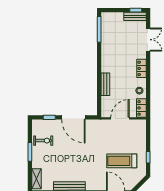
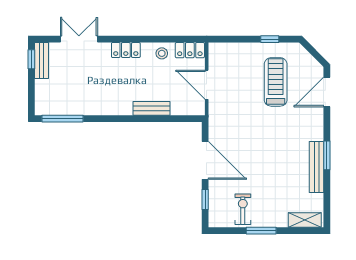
door: (73, 117) -> (205, 160), hinge flipped
treadmill: (122, 161) -> (276, 82), turned 180

